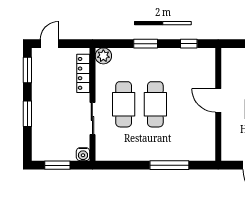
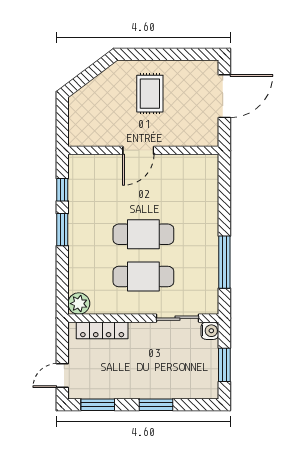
door: (49, 44) -> (62, 376), hinge flipped
window: (146, 44) -> (62, 230), moved
sliding door: (92, 119) -> (177, 318), moved
window: (169, 165) -> (224, 262), moved

